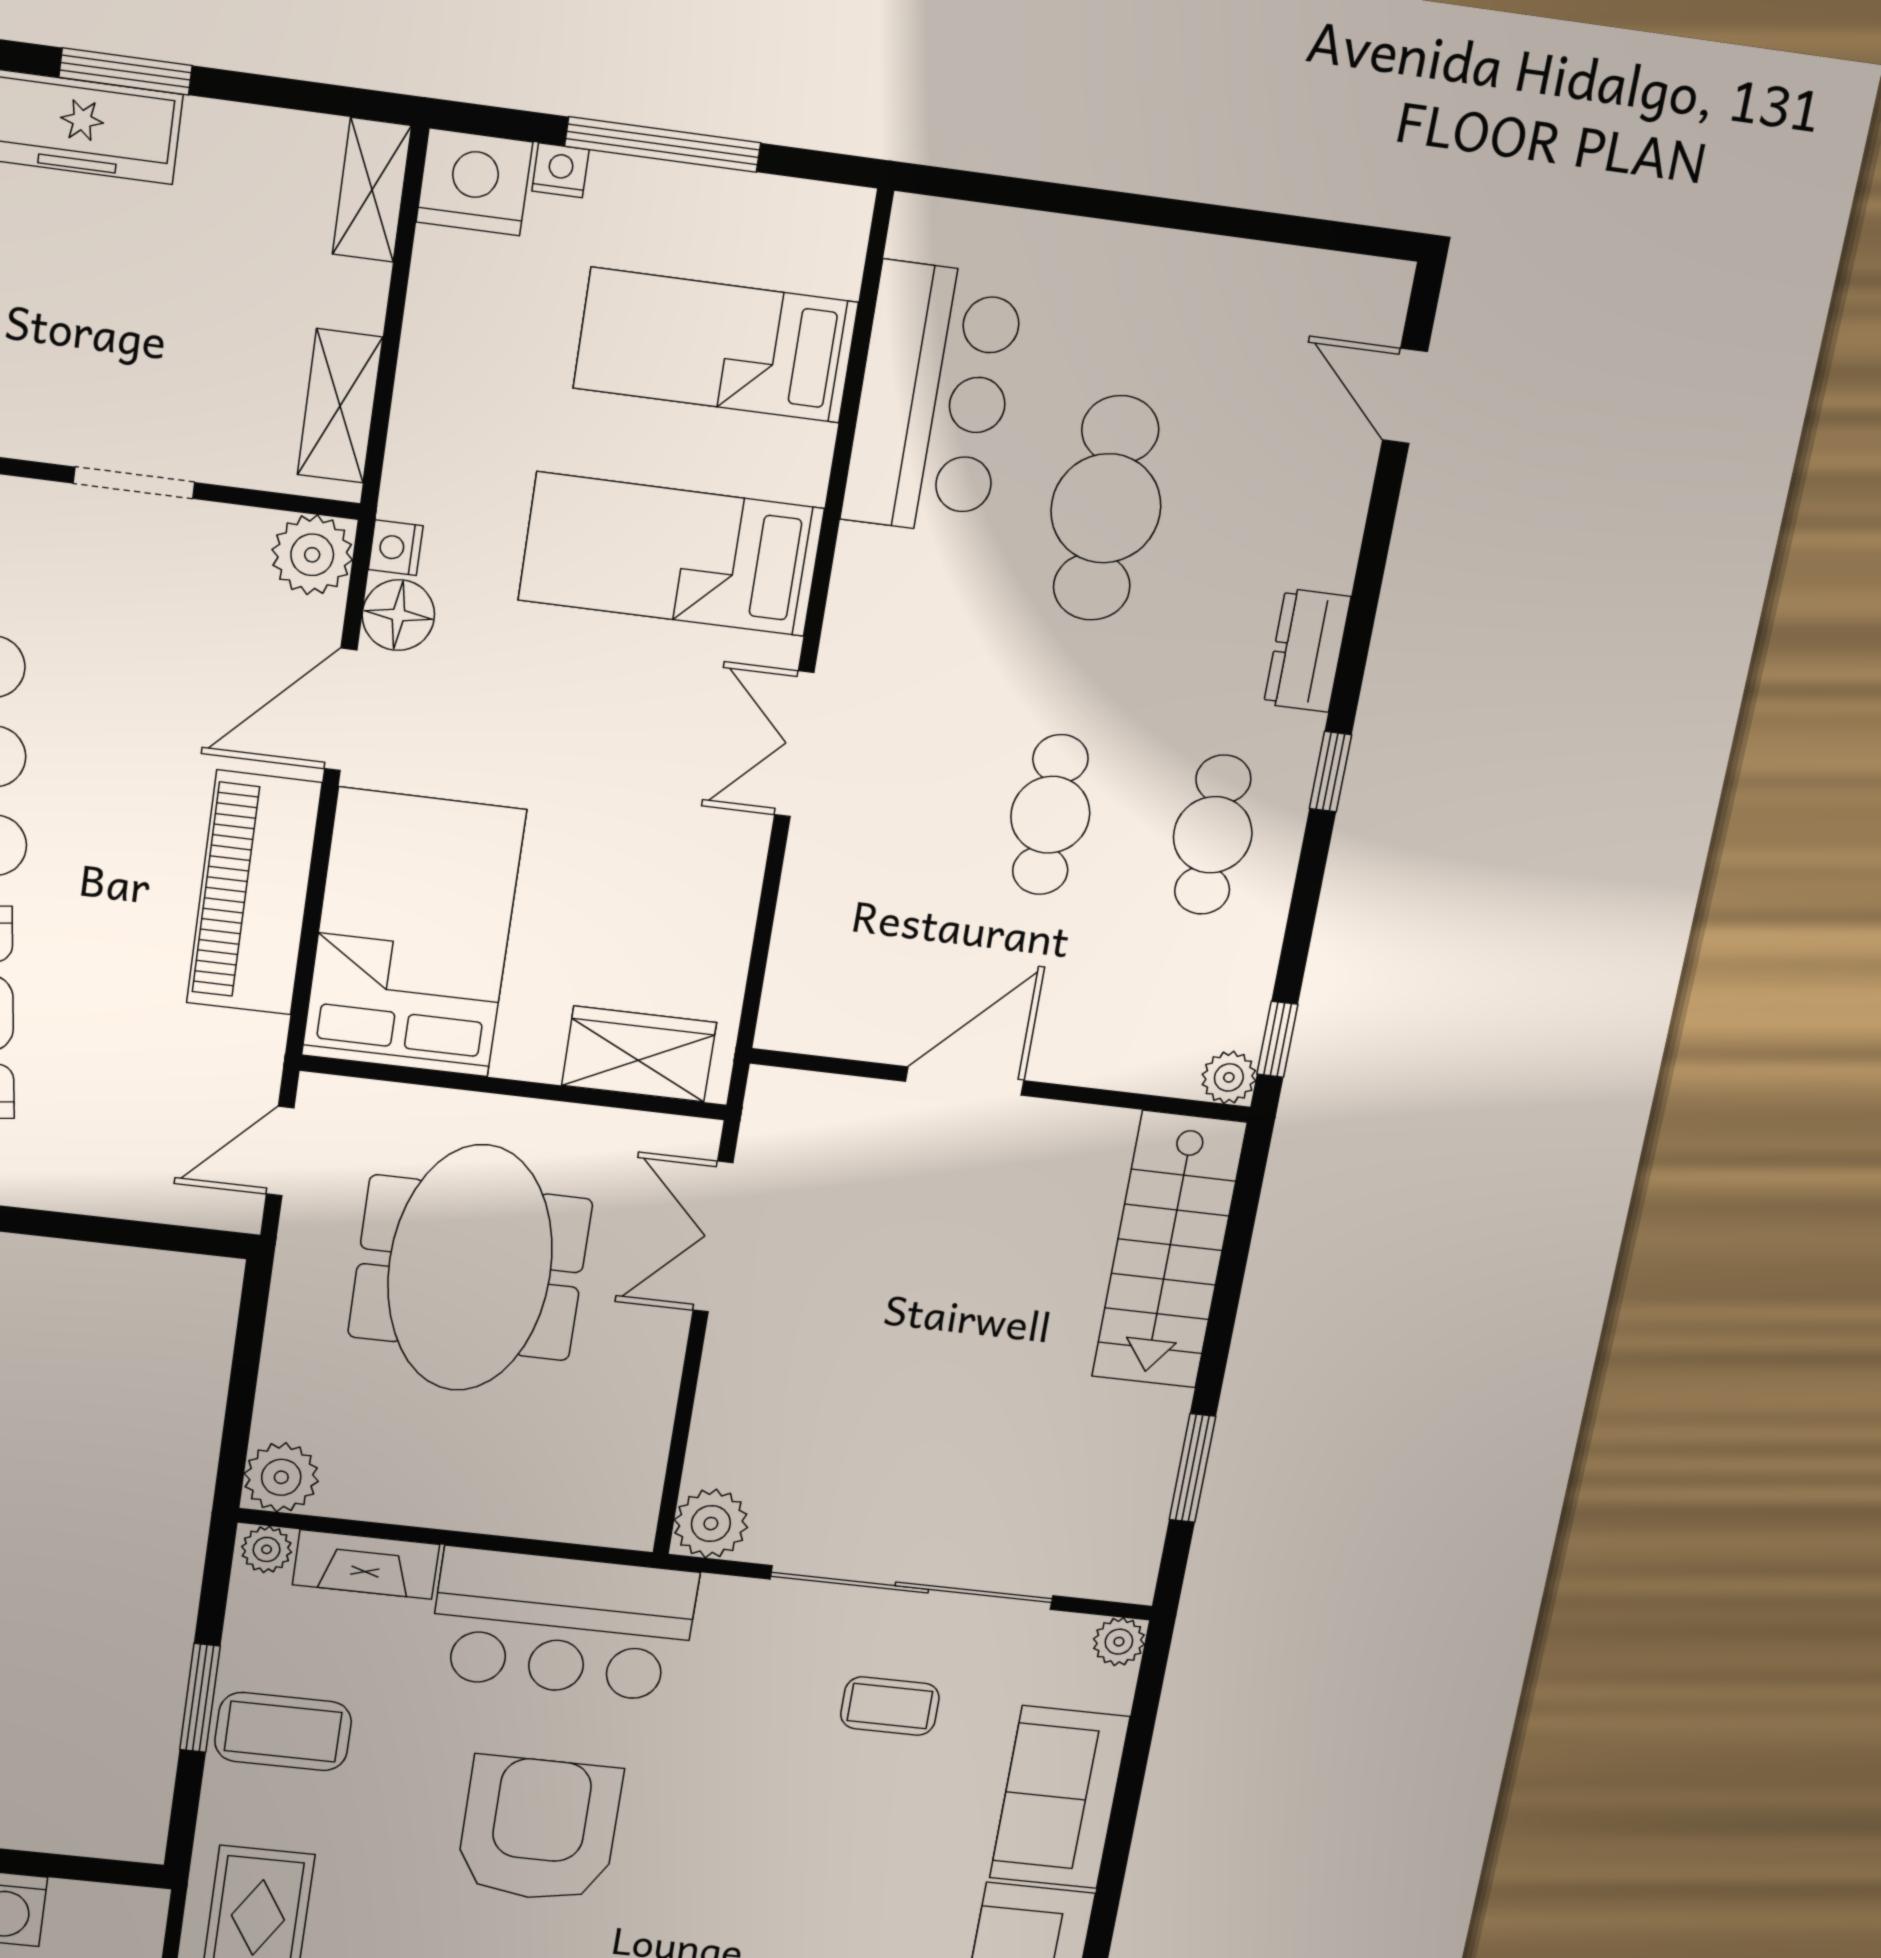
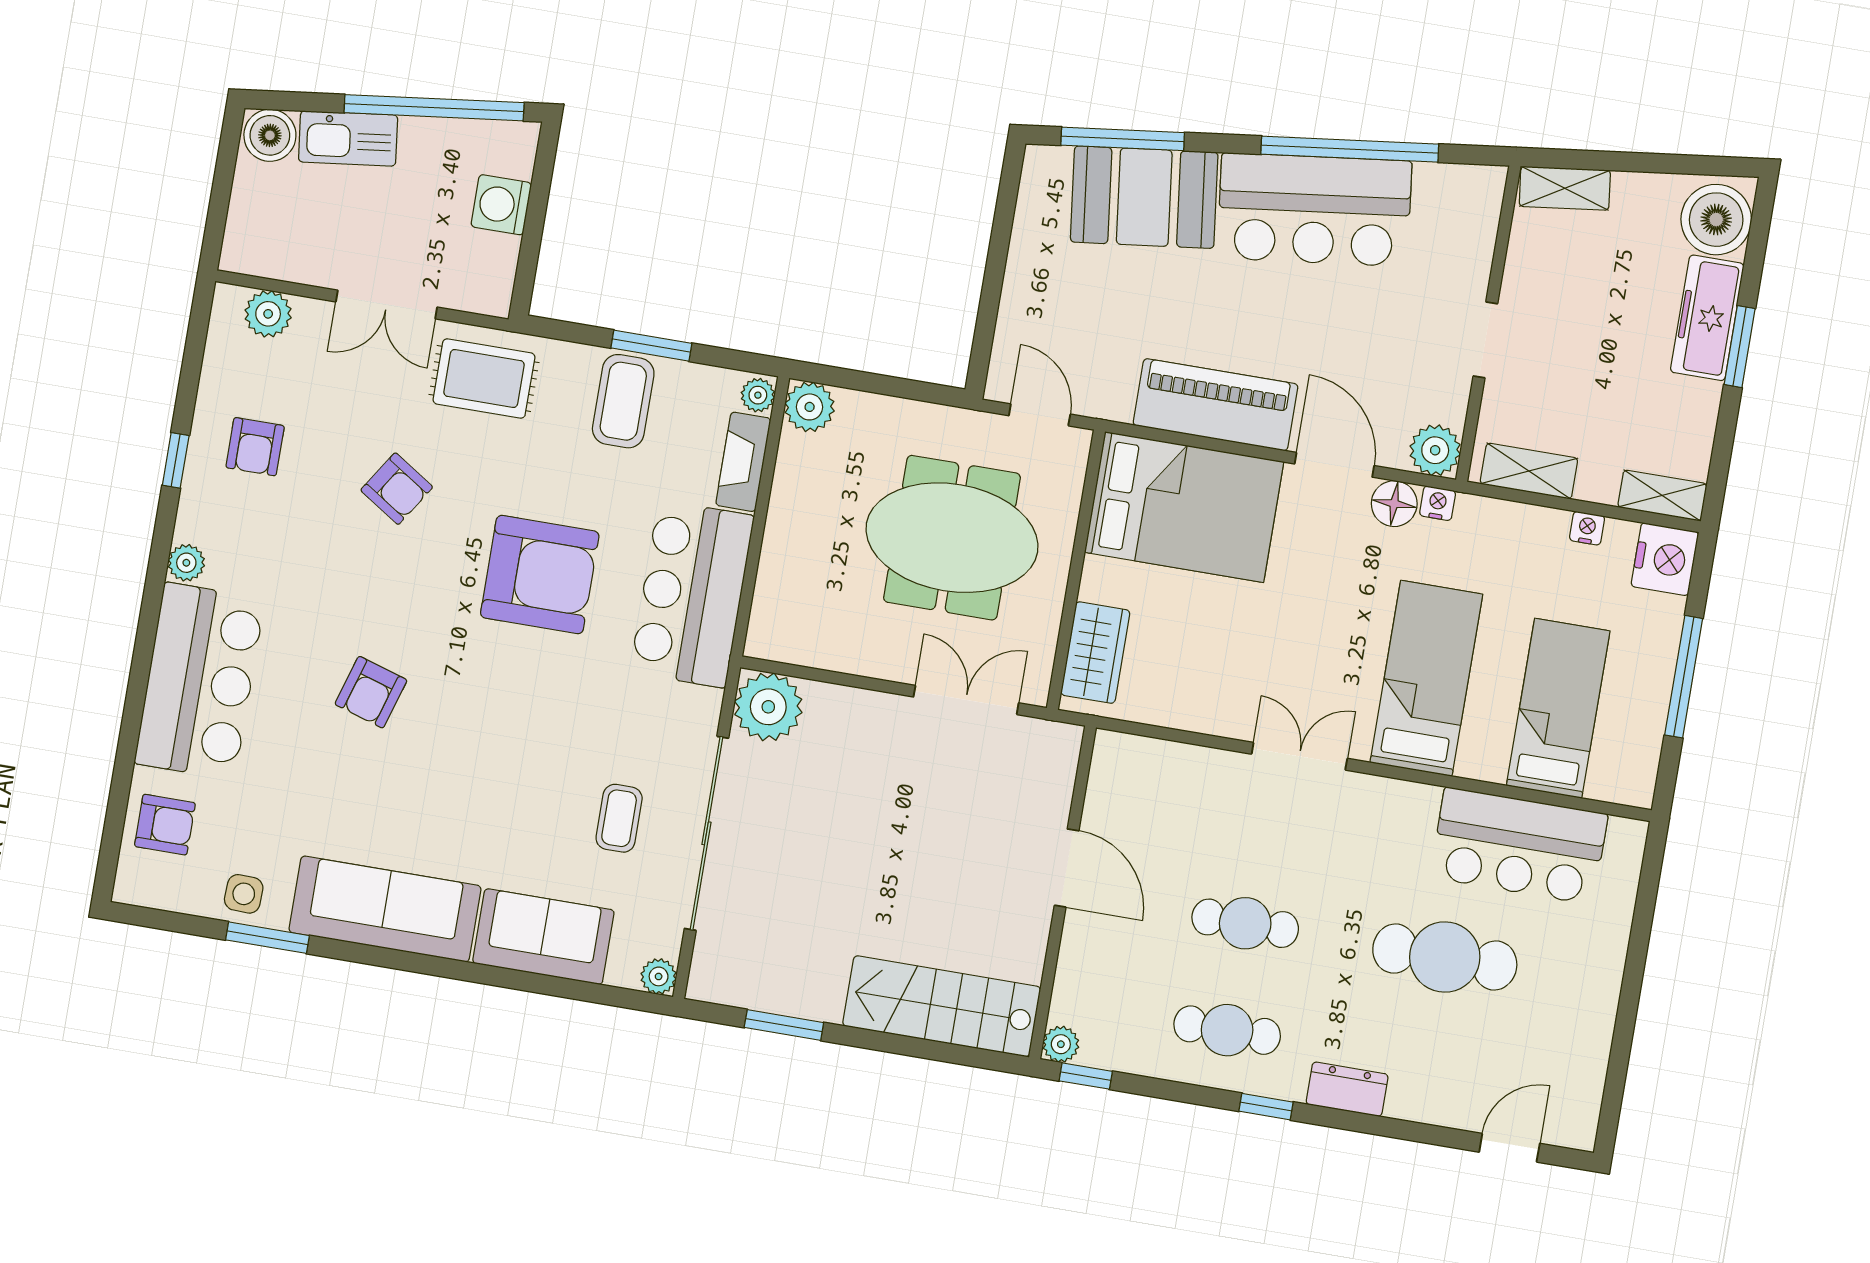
nightstand: (560, 170) -> (1587, 528), moved, turned -90
plant: (711, 1524) -> (768, 707), width x1.36, depth x1.36

